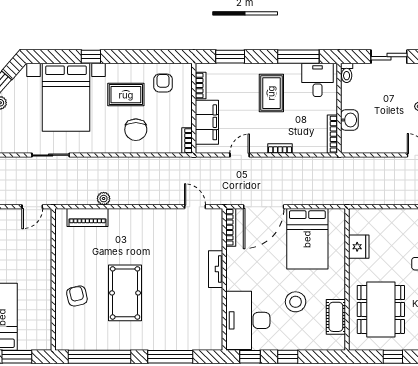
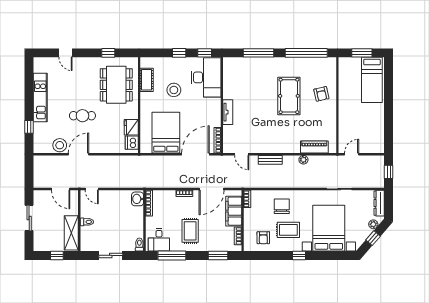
window: (91, 57) -> (299, 255), moved
washbasin: (349, 120) -> (138, 199), moved
door: (240, 155) -> (212, 189), width x1.88
bench: (153, 198) -> (270, 160), added
dishwasher: (358, 224) -> (132, 143), added

